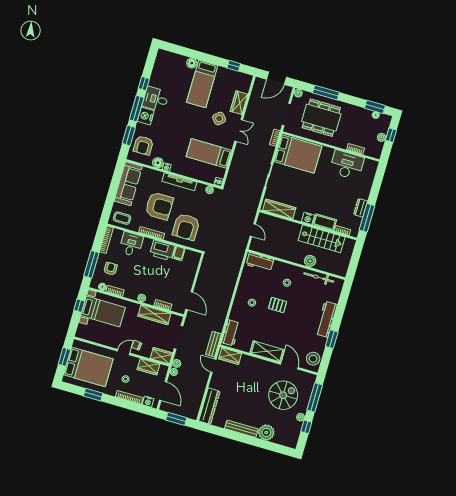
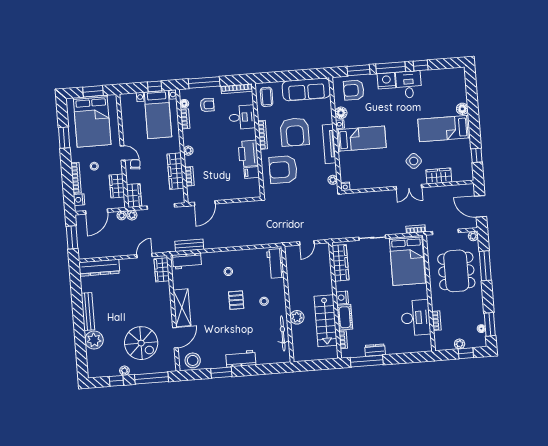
bed: (209, 153) -> (361, 139), moved, turned 90
workbench: (326, 319) -> (241, 359), width x0.73
bench: (214, 344) -> (189, 245), moved

